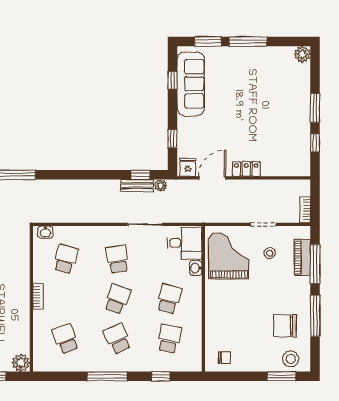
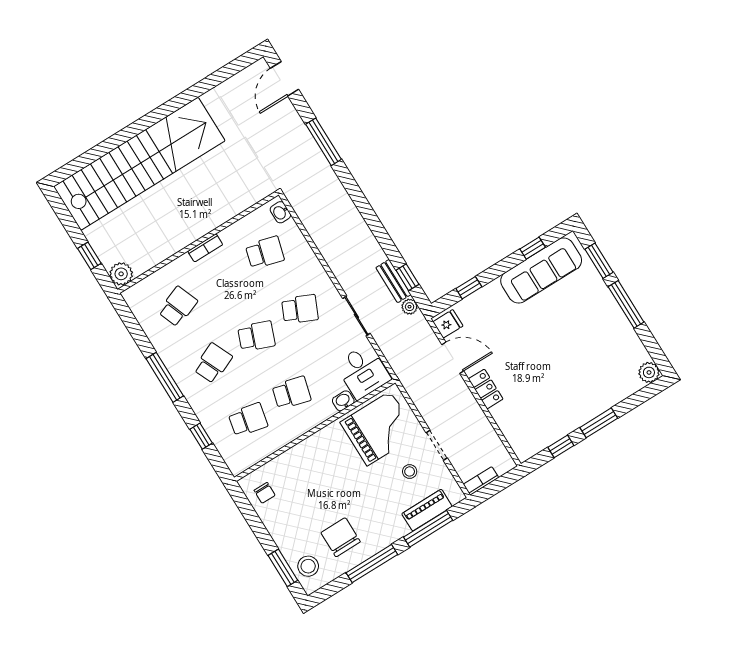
school desk: (117, 259) -> (300, 309), turned 33

